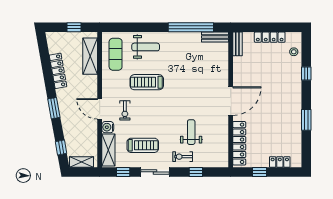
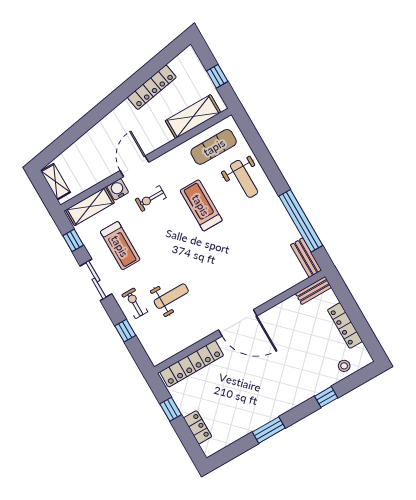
window: (54, 108) -> (103, 109), removed
window: (61, 147) -> (59, 146), removed

